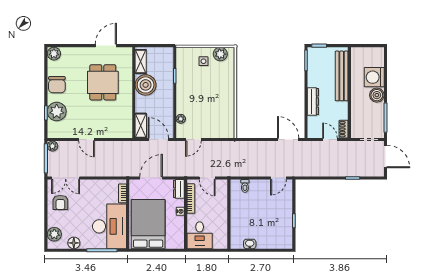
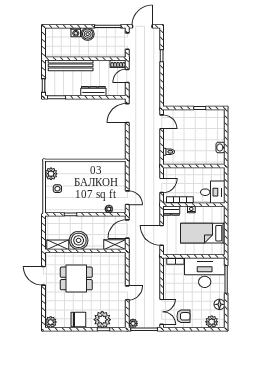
washing machine: (374, 77) -> (76, 32), width x0.53, depth x0.53
bed: (148, 224) -> (203, 233), width x0.67

